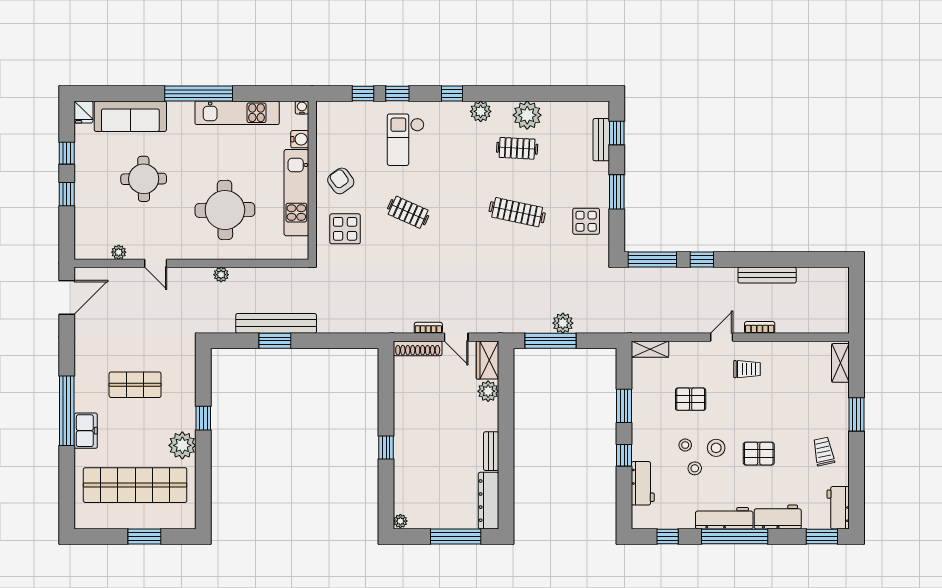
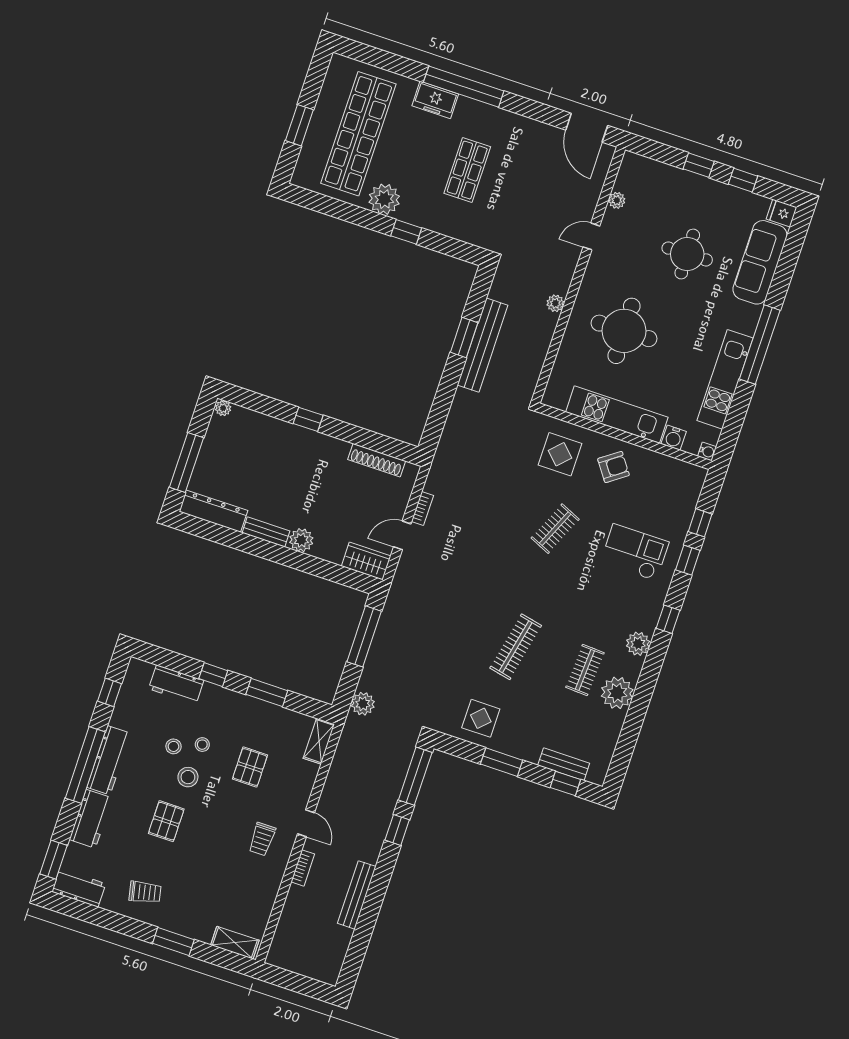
plant: (563, 323) -> (363, 704), moved
shoe rack: (418, 348) -> (377, 460), moved, turned -90
plant: (488, 391) -> (301, 540), moved

